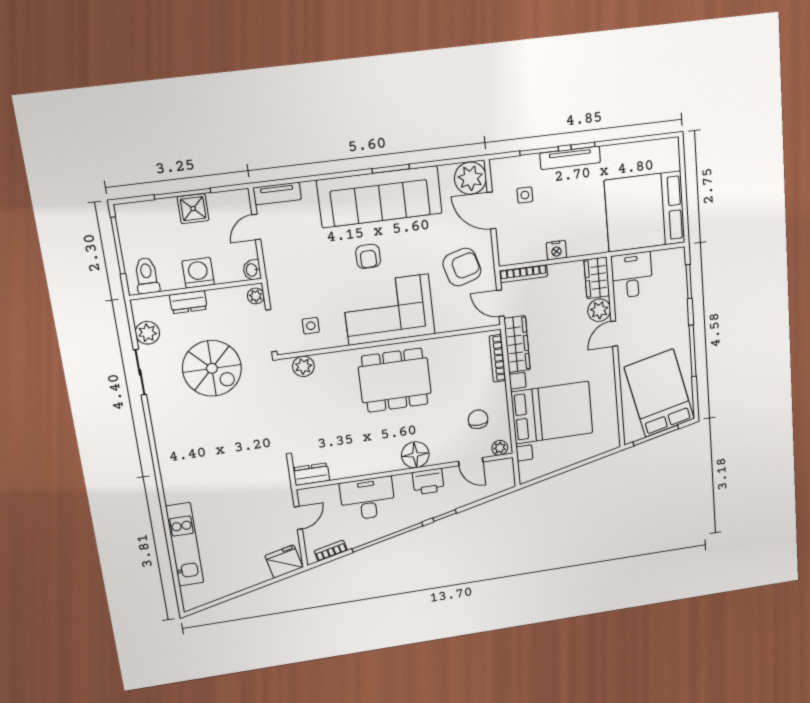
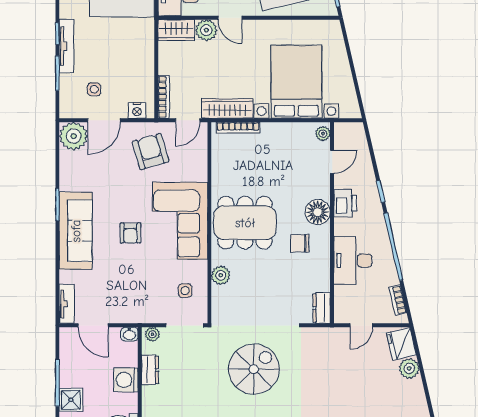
sofa: (380, 197) -> (76, 231), width x0.74, depth x0.79
shower: (193, 209) -> (71, 400), moved
door: (256, 227) -> (93, 325), width x1.37
nightstand: (556, 250) -> (137, 110), moved, turned 90
armchair: (368, 256) -> (130, 233), turned 90
dresser: (188, 302) -> (150, 370), moved
plant: (303, 366) -> (221, 275), moved
spiral stairs: (212, 368) -> (254, 369), moved
dining table: (395, 380) -> (245, 223), turned 90
chair: (478, 419) -> (300, 243), moved
door: (298, 518) -> (361, 325), swing flipped
plant: (258, 573) -> (409, 368), added

